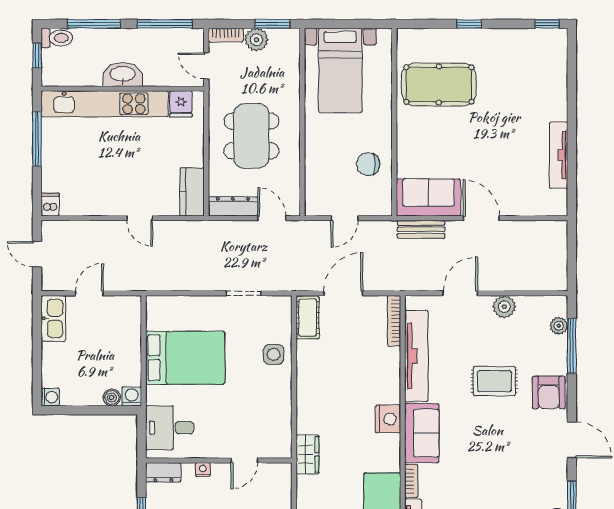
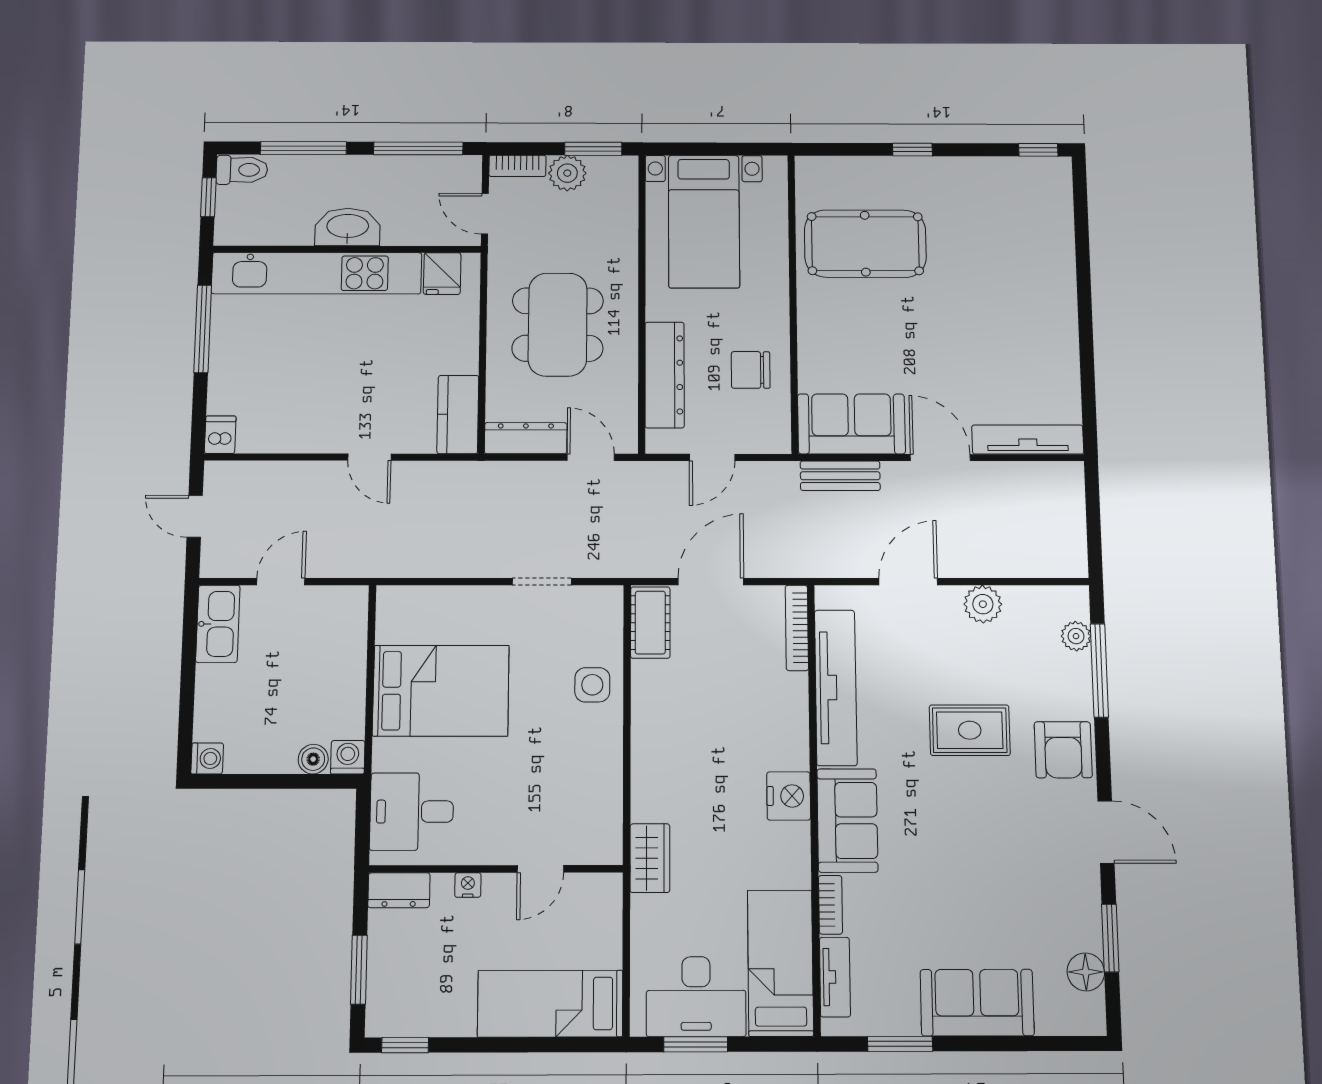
tv unit: (559, 155) -> (1028, 439), moved, turned 90
dresser: (316, 167) -> (665, 375), added

